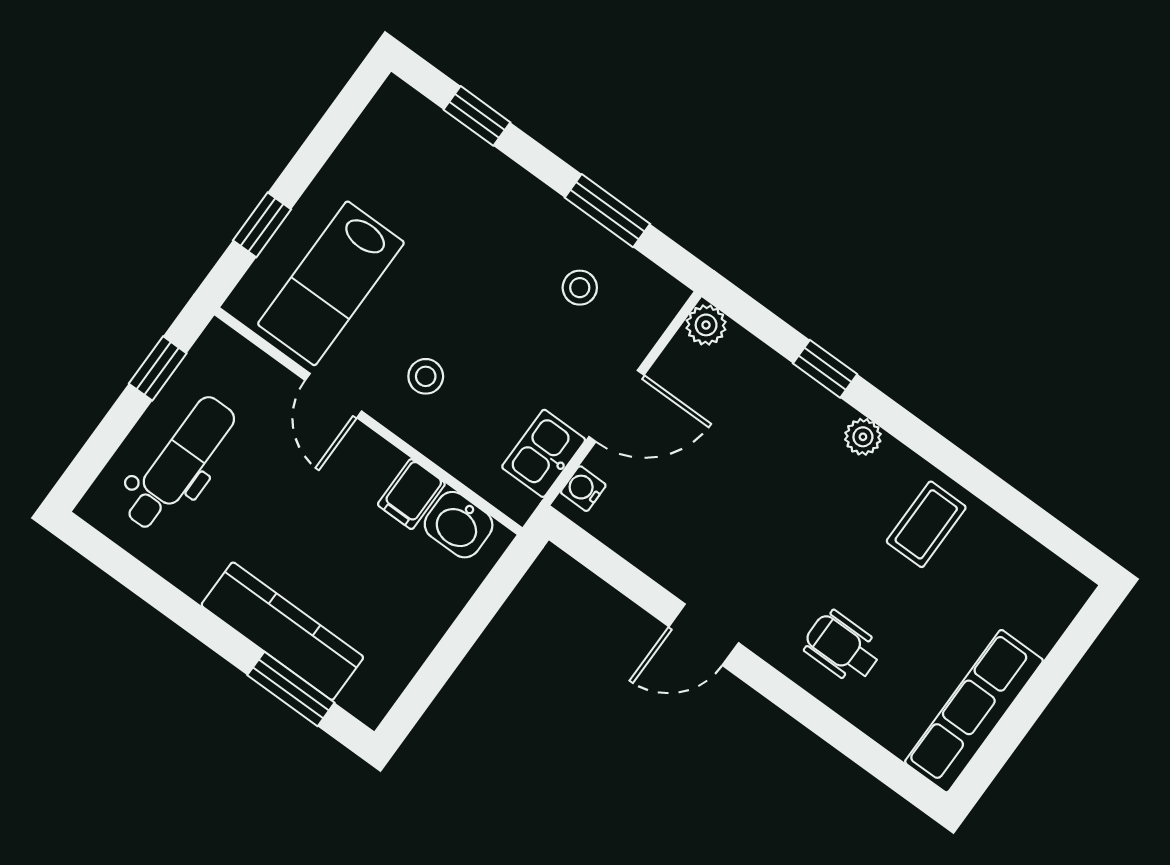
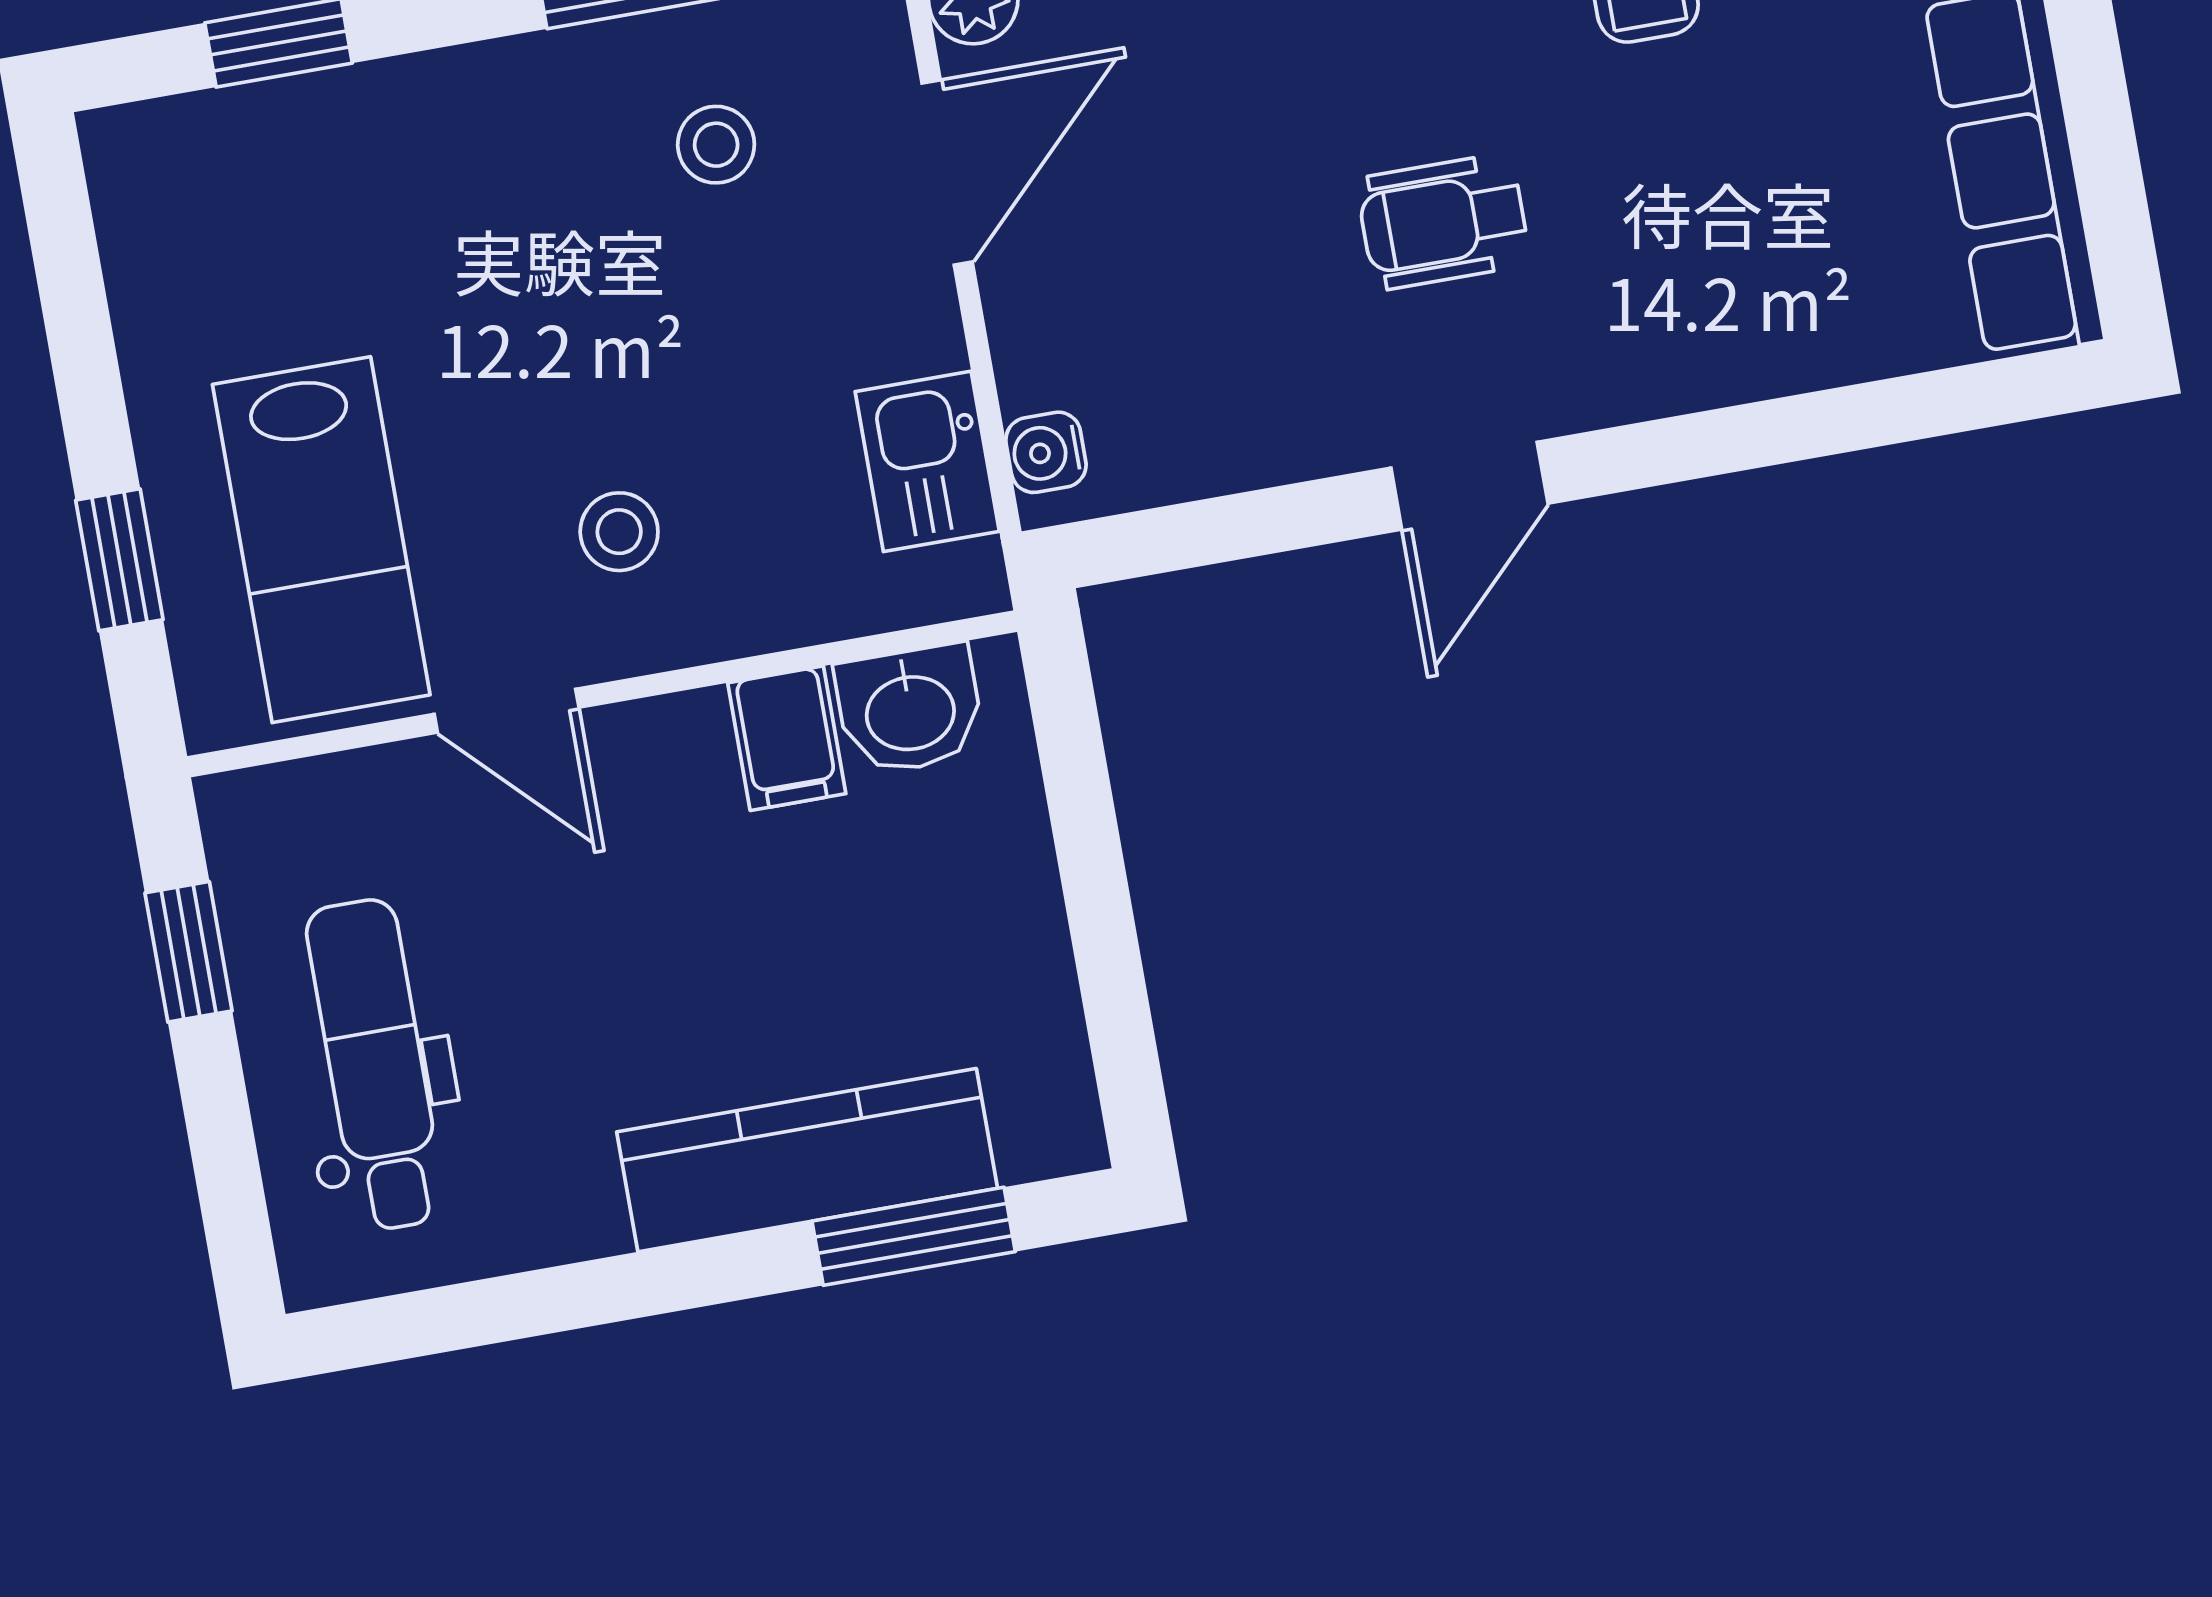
door: (617, 406) -> (947, 172), moved
wheelchair: (842, 647) -> (1443, 222), moved

